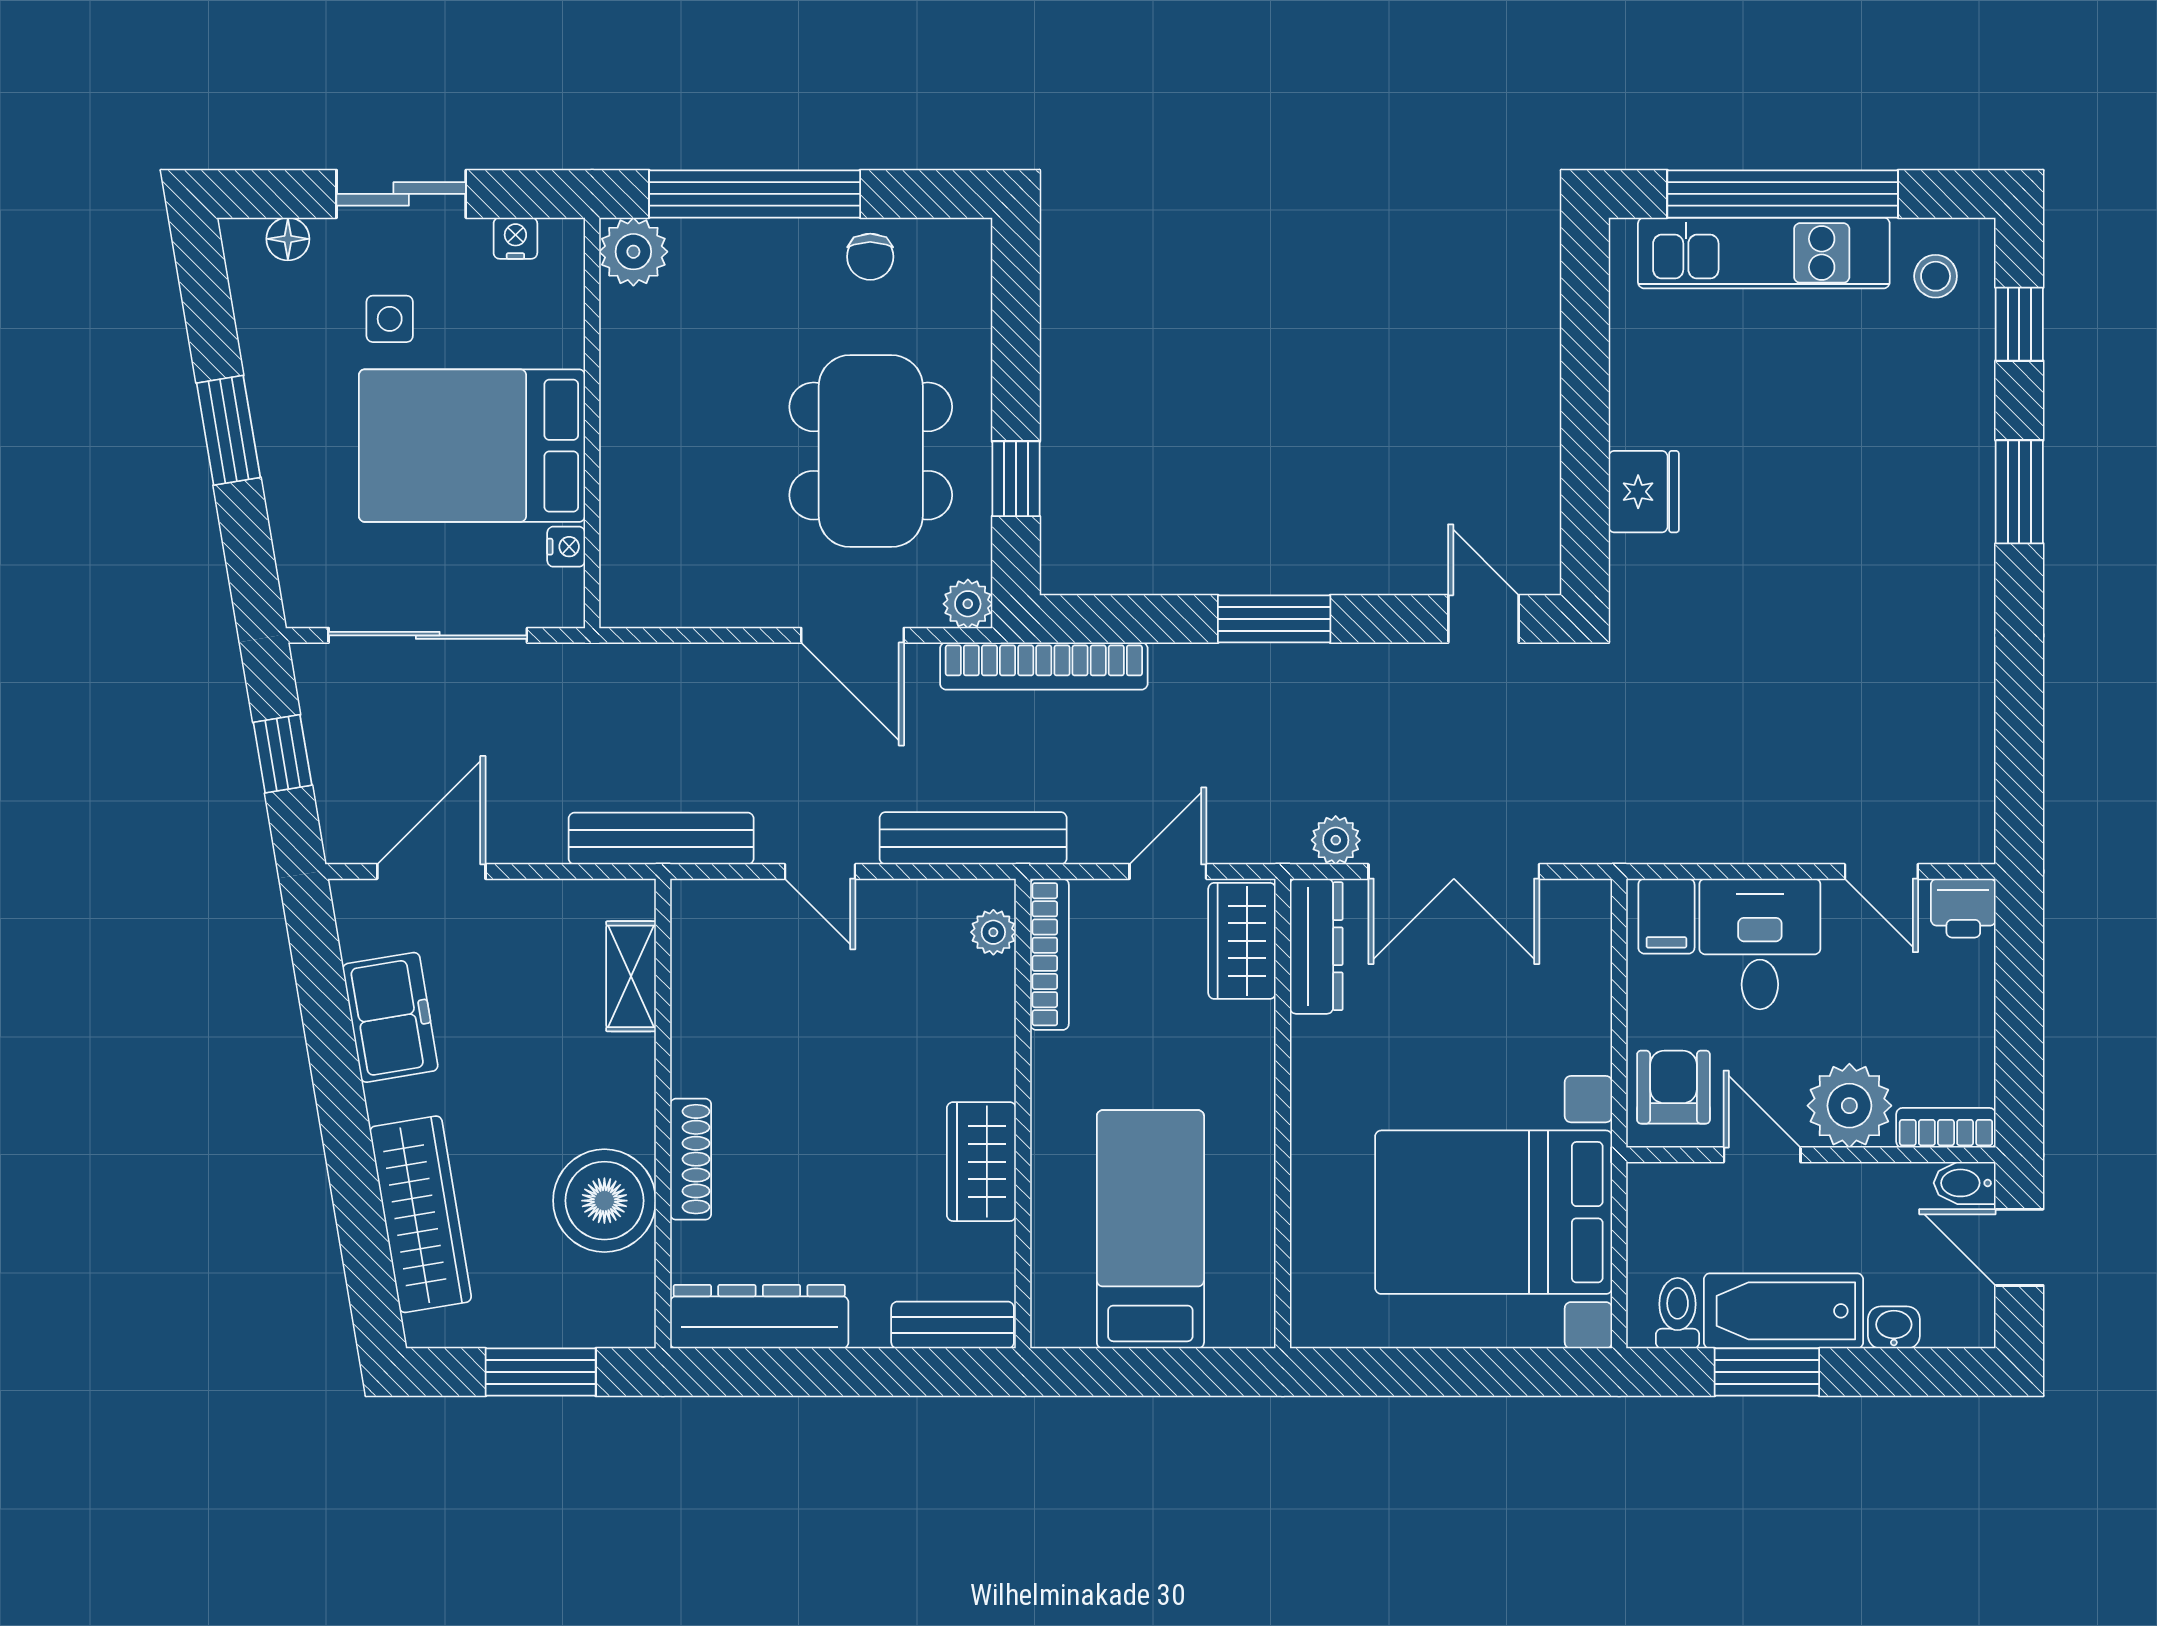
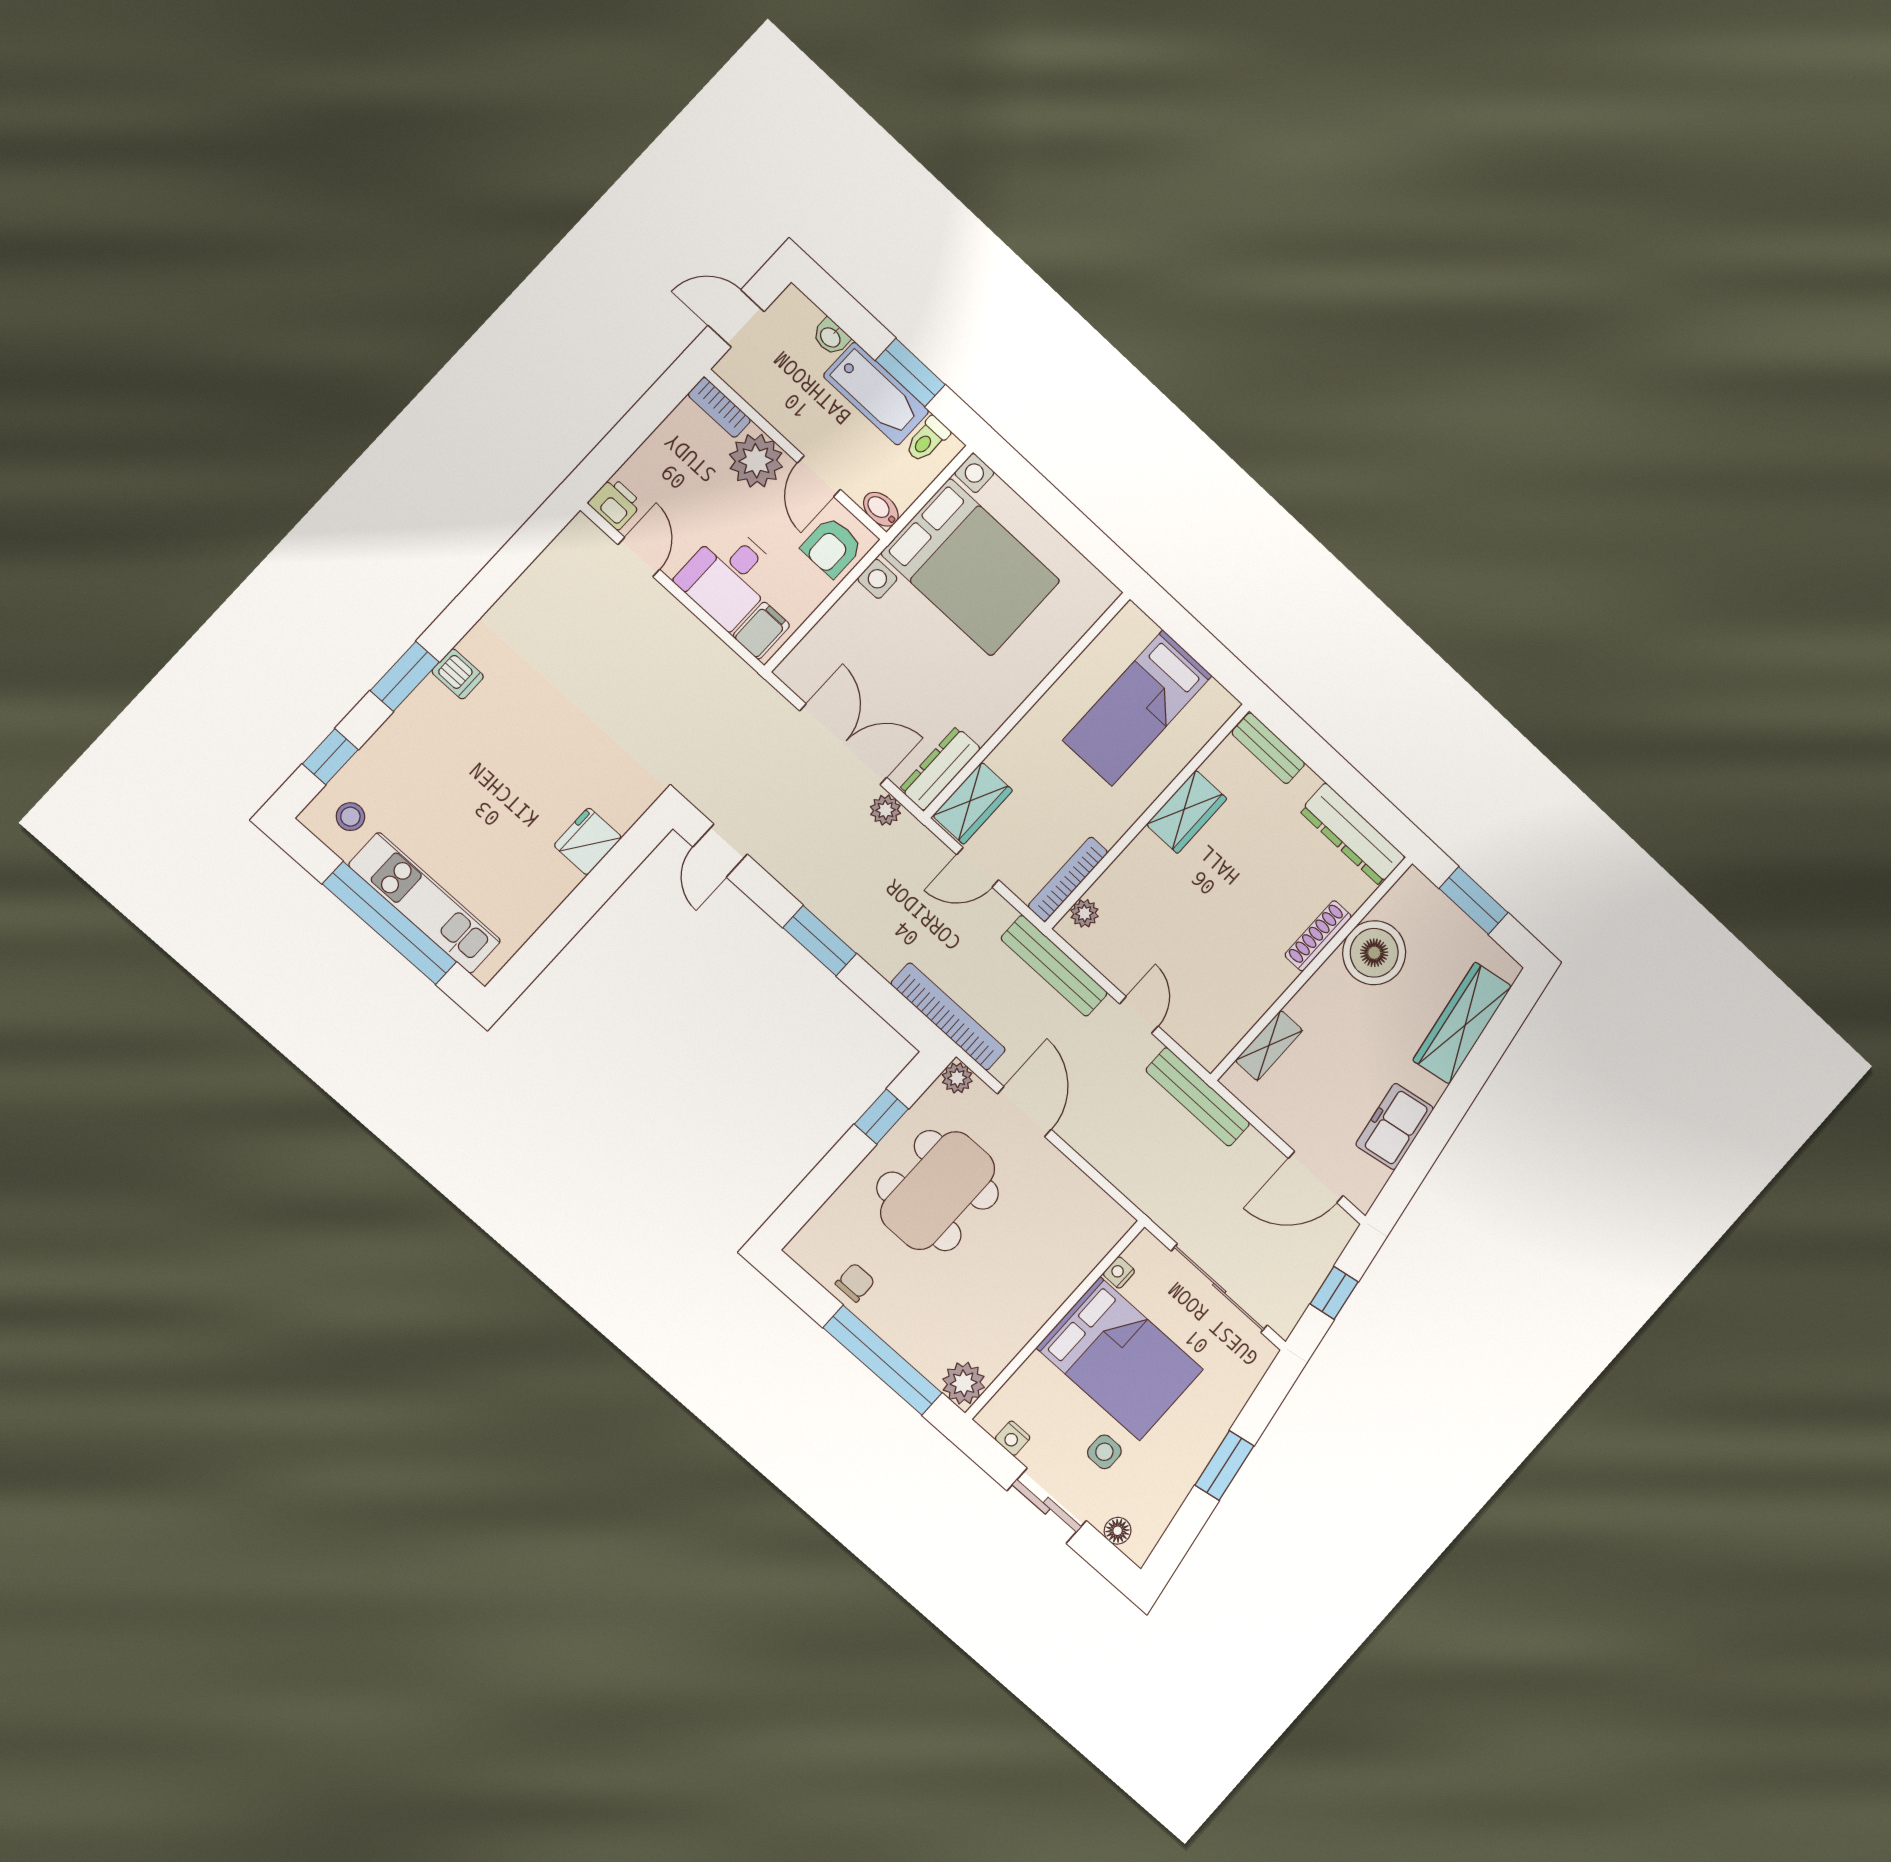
dishwasher: (1963, 549) -> (458, 674), added
bidet: (1965, 1183) -> (881, 509), moved, turned 180
door: (2019, 1247) -> (736, 318), swing flipped

